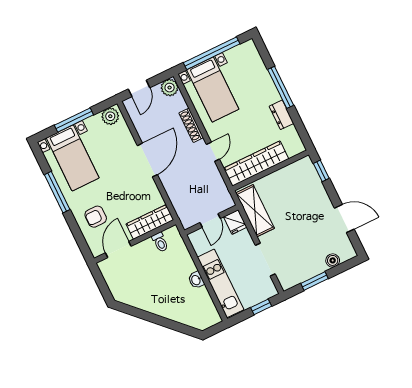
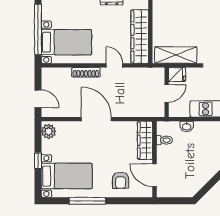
plant: (170, 88) -> (49, 75), removed
window: (74, 120) -> (38, 161), width x0.46
door: (210, 221) -> (167, 93), hinge flipped
washbasin: (196, 280) -> (187, 126), moved

